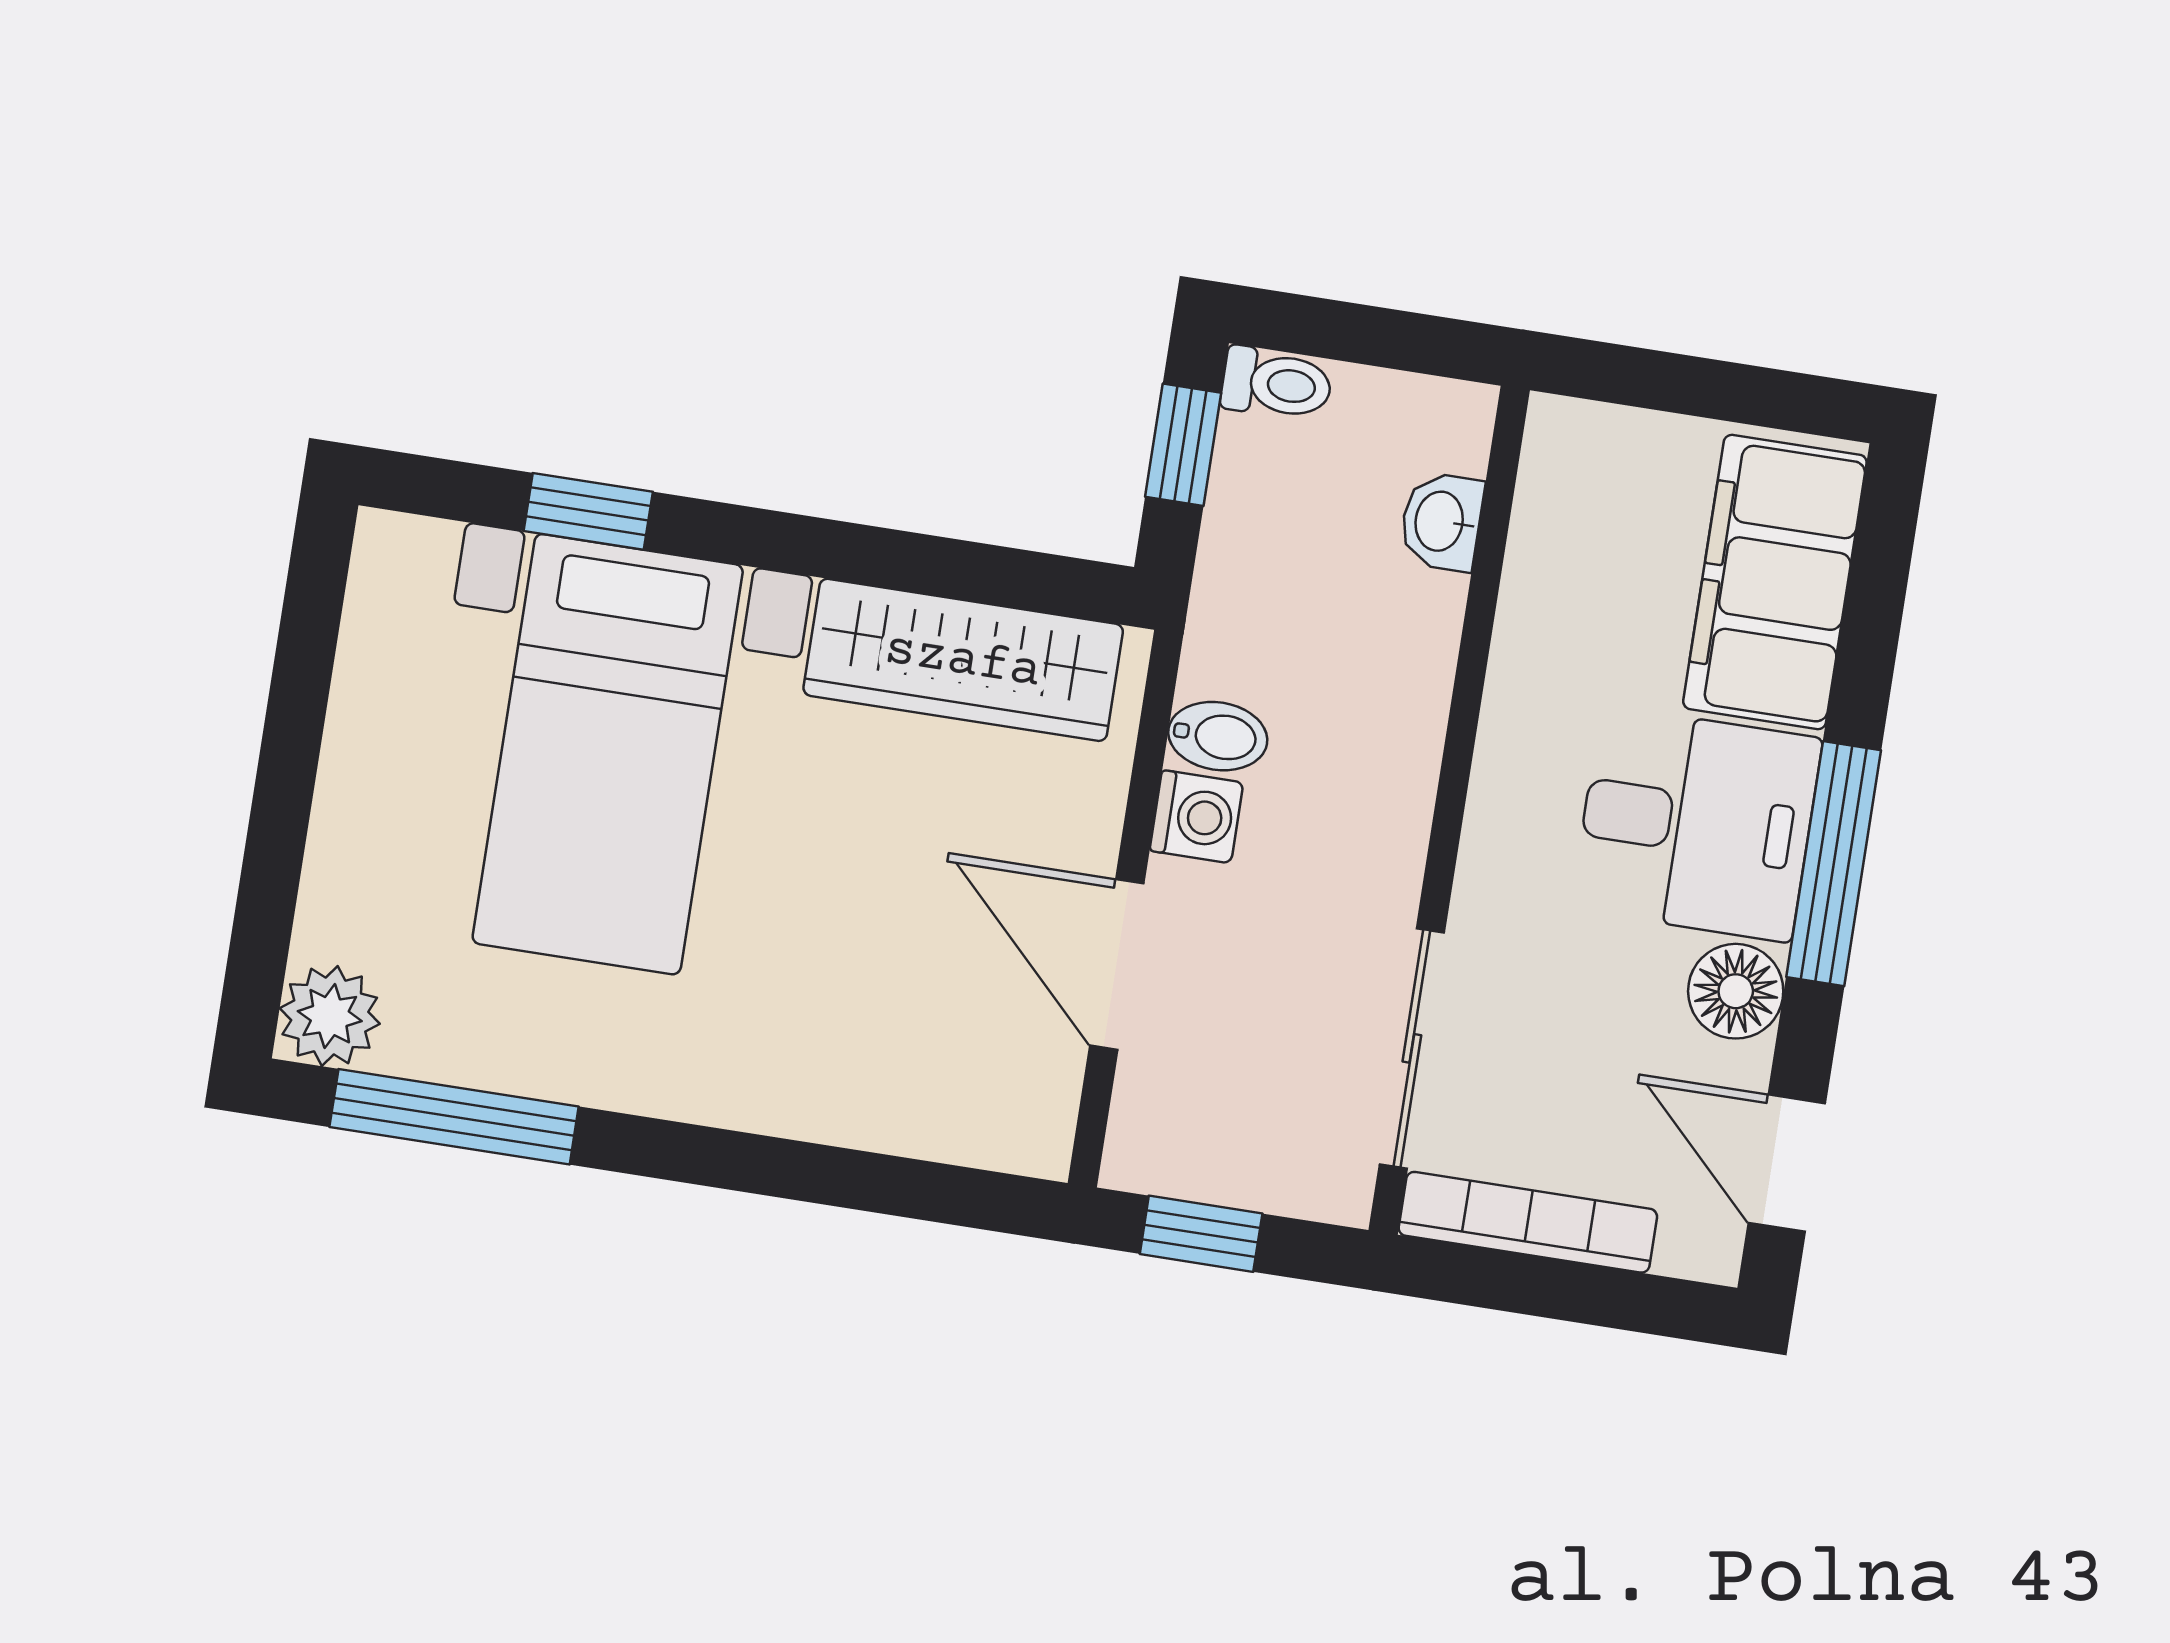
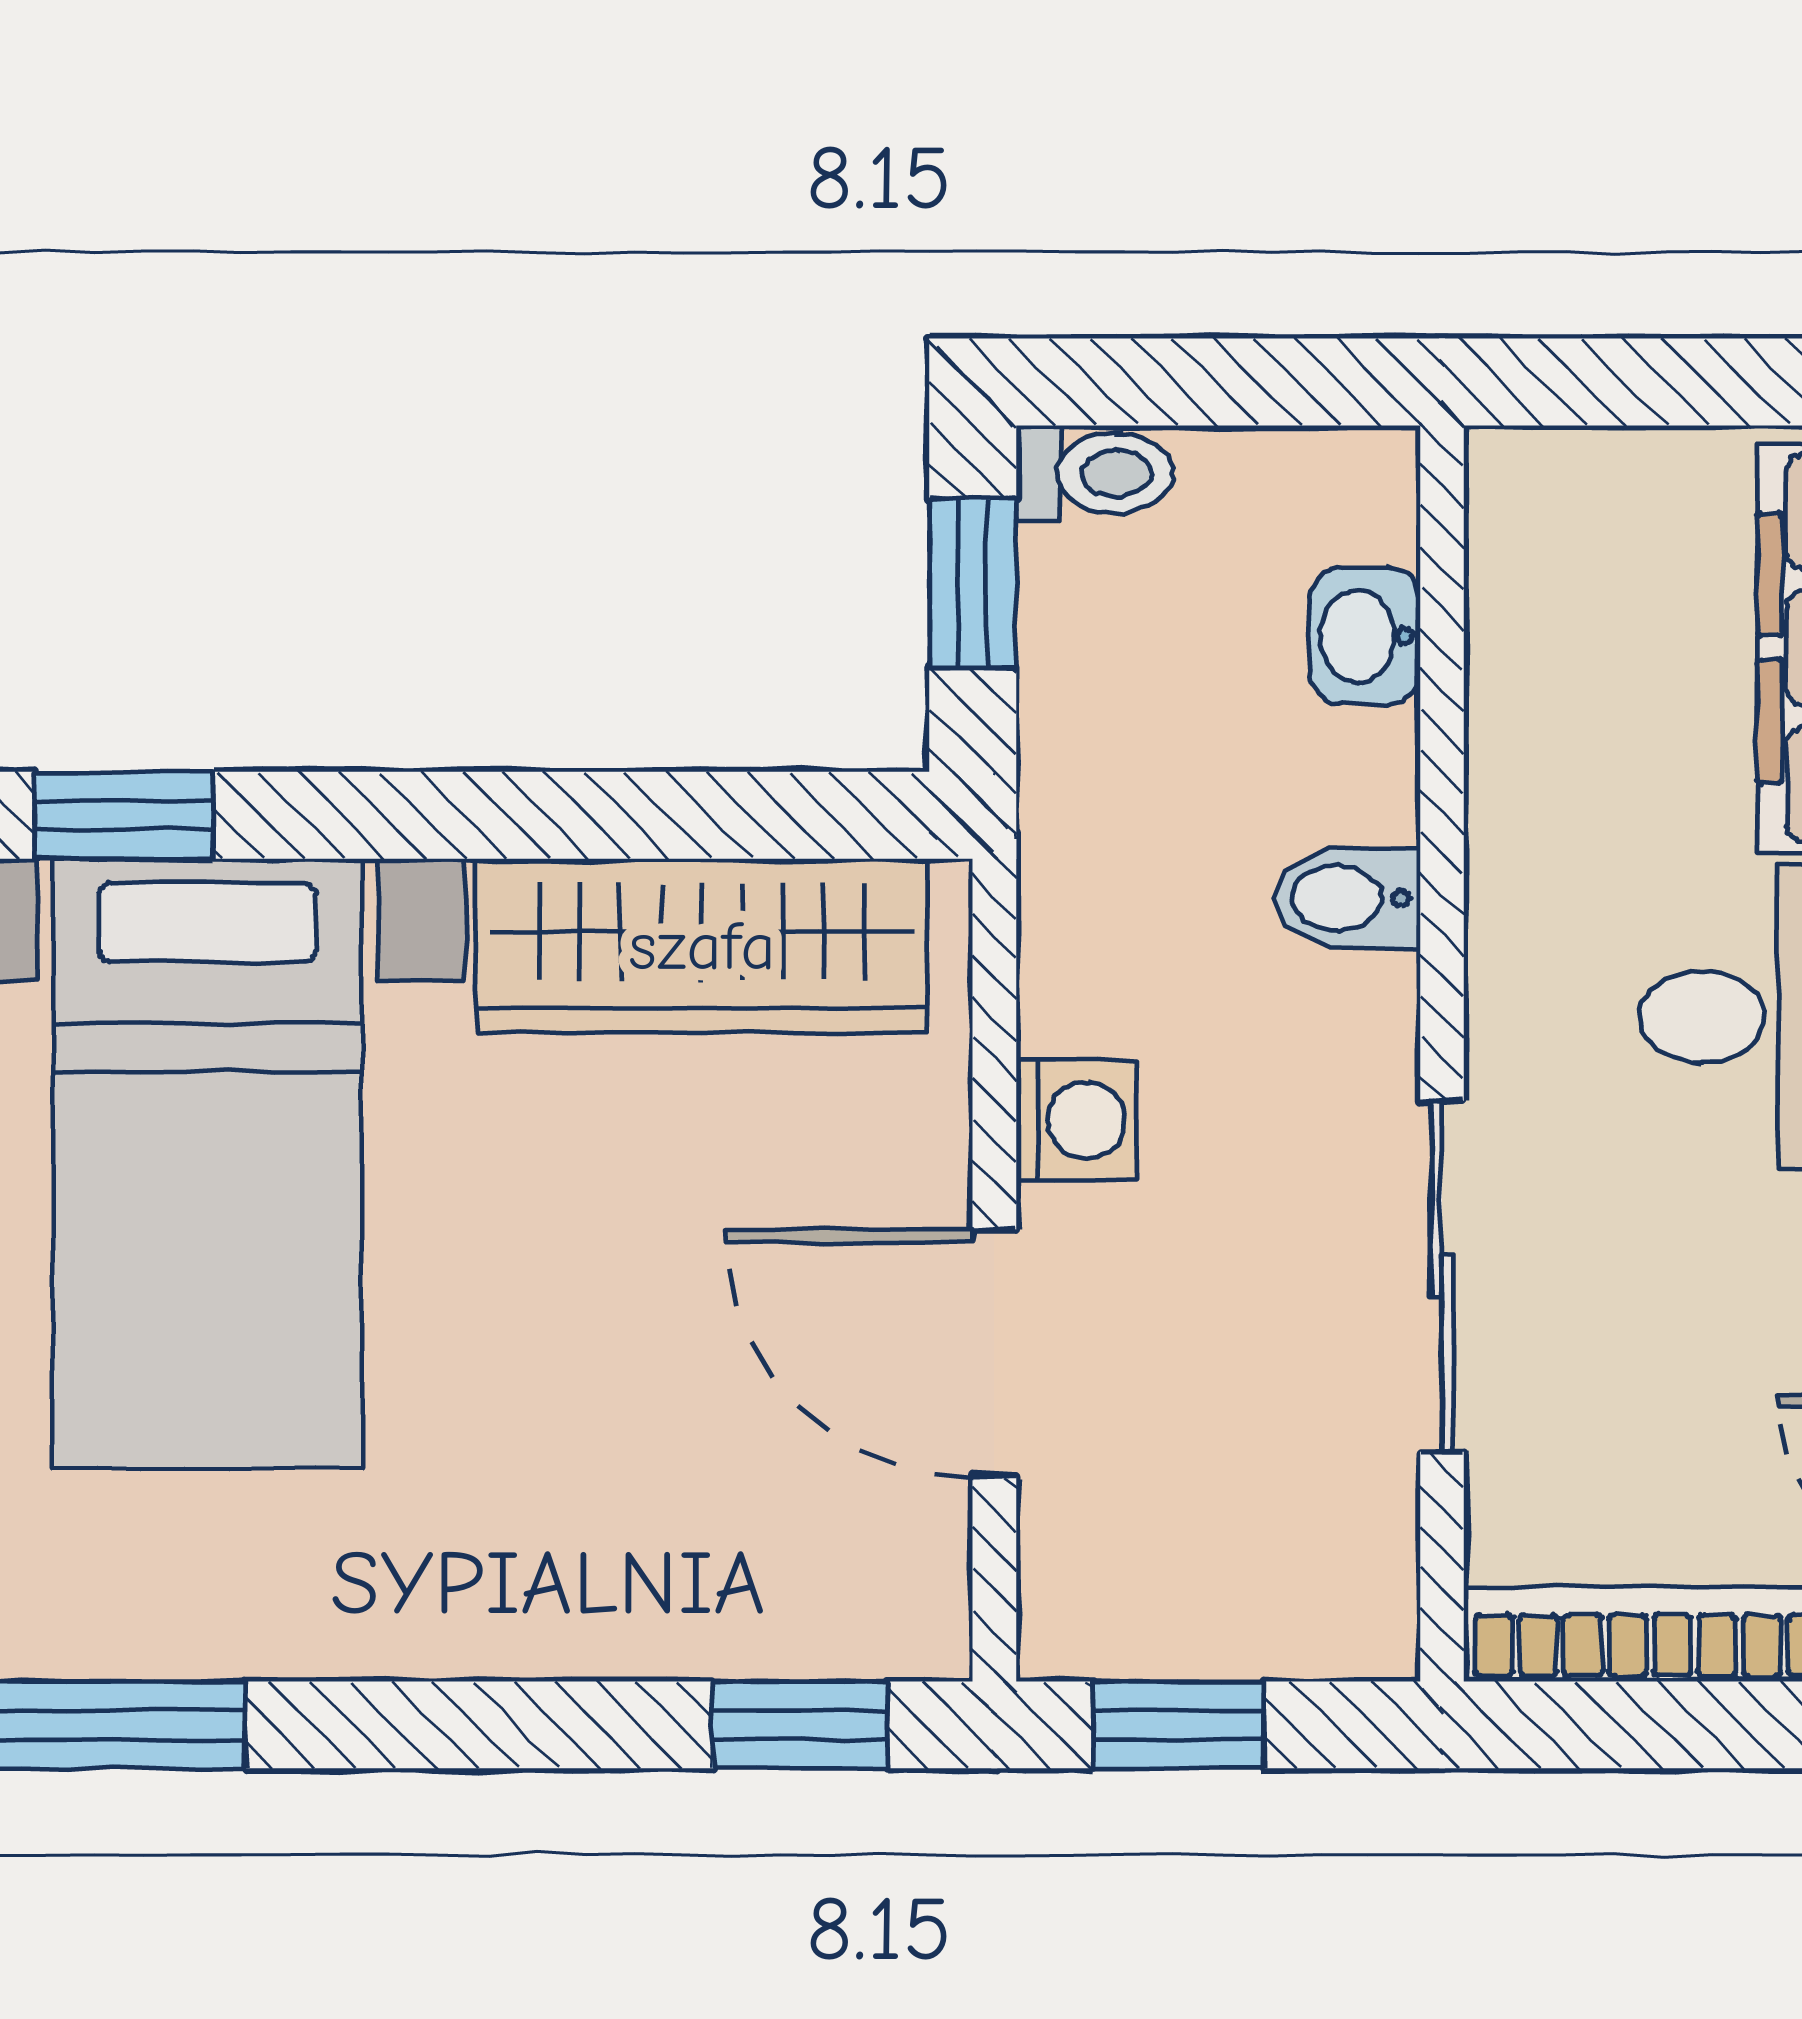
bidet: (1218, 736) -> (1347, 898), moved, turned 180
sliding door: (1412, 1048) -> (1442, 1276), moved
window: (947, 1194) -> (800, 1725), added

